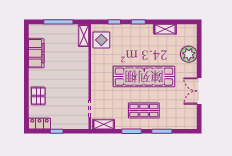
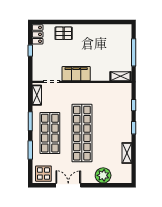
display table: (101, 40) -> (43, 174), moved
filing cabinet: (36, 53) -> (76, 74), moved, turned 180
shop shelf: (144, 110) -> (50, 133), width x1.43, depth x1.36

